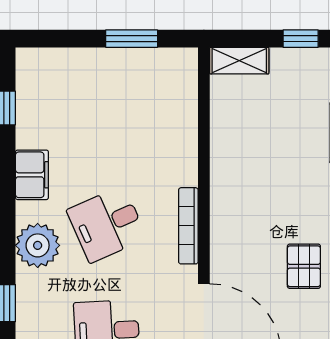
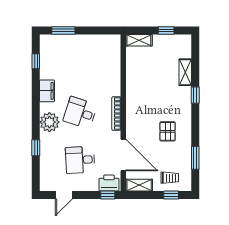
window: (132, 39) -> (63, 30), moved
desk: (107, 224) -> (80, 113), turned 42

